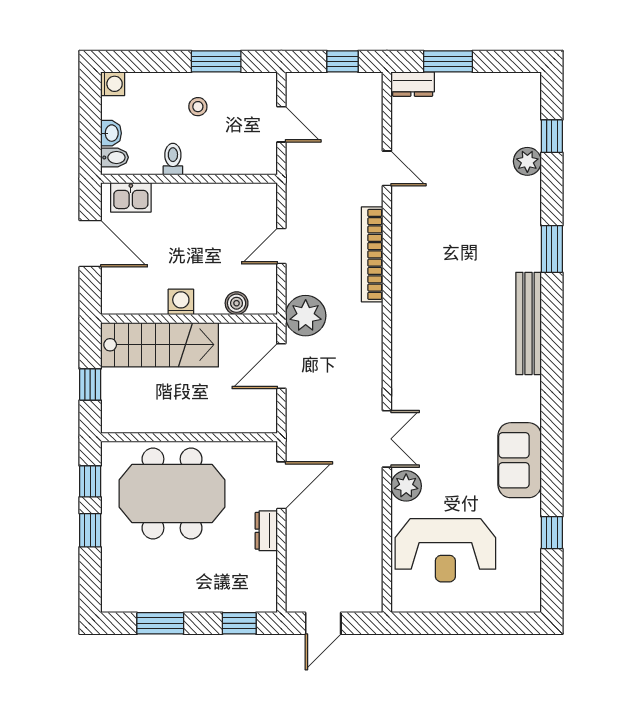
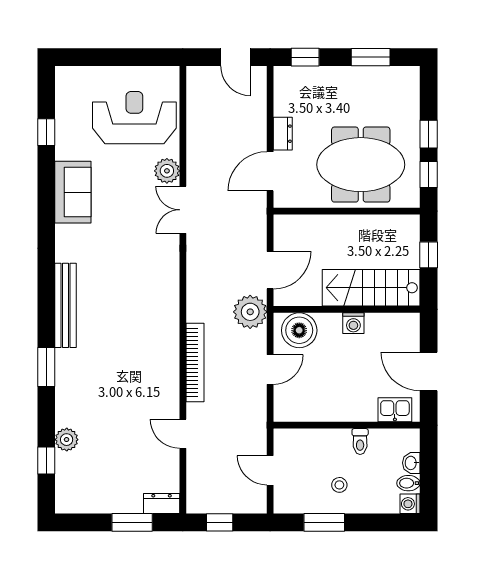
bidet: (115, 157) -> (408, 483), moved
boiler: (237, 303) -> (299, 330), width x1.86, depth x1.86
door: (323, 623) -> (236, 57), swing flipped

